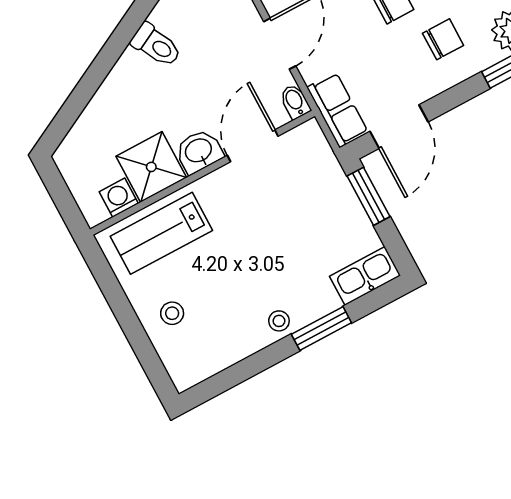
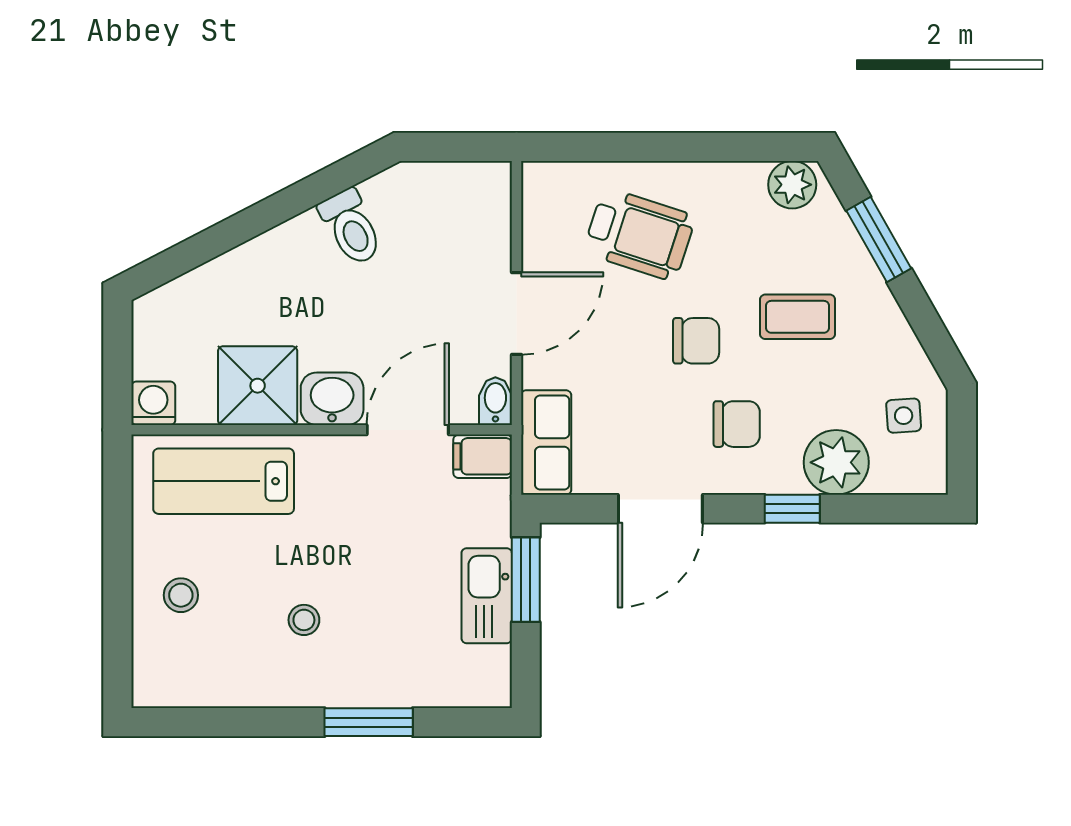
door: (399, 127) -> (660, 509), moved
filing cabinet: (305, 138) -> (483, 456), added
washing machine: (119, 198) -> (153, 403), moved
kitchen sink: (365, 276) -> (487, 596), moved, turned -90
stool: (279, 321) -> (304, 620), moved

